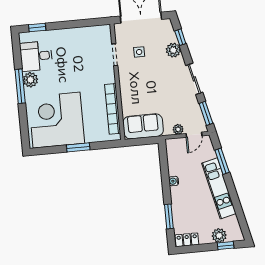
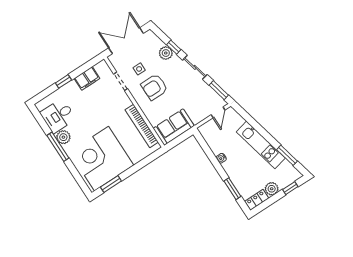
window: (37, 27) -> (63, 81), moved
filing cabinet: (83, 34) -> (87, 78), added
window: (180, 37) -> (174, 47), moved
armchair: (145, 77) -> (154, 87), added
plant: (178, 129) -> (203, 115), removed
window: (78, 147) -> (111, 184), moved
window: (222, 161) -> (287, 155), moved
plant: (219, 236) -> (272, 189), moved

